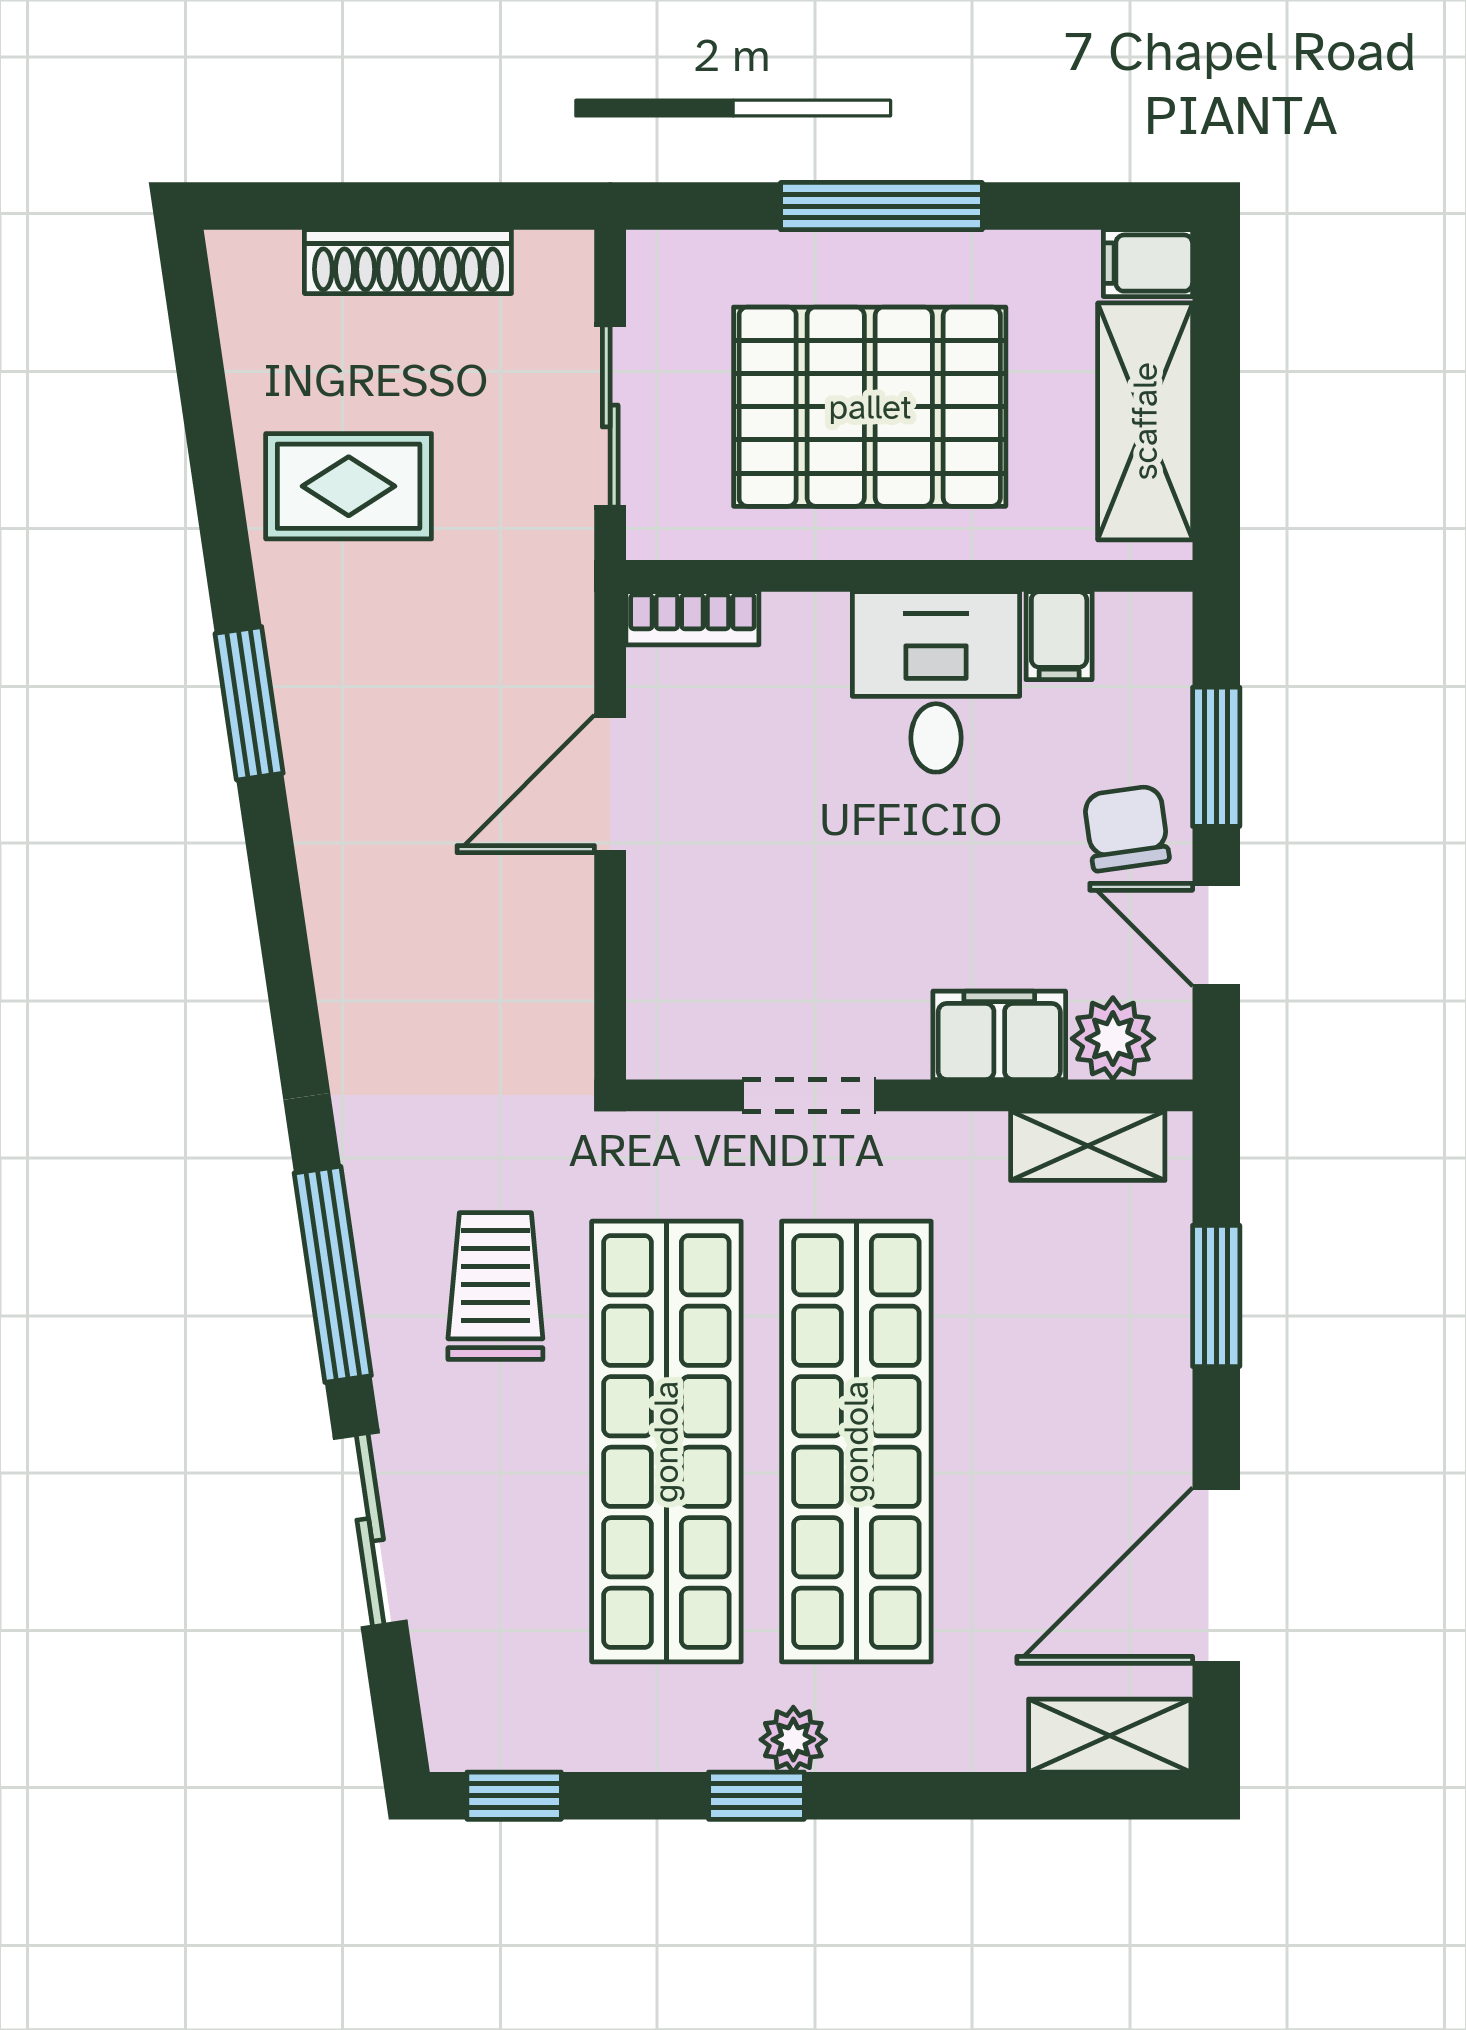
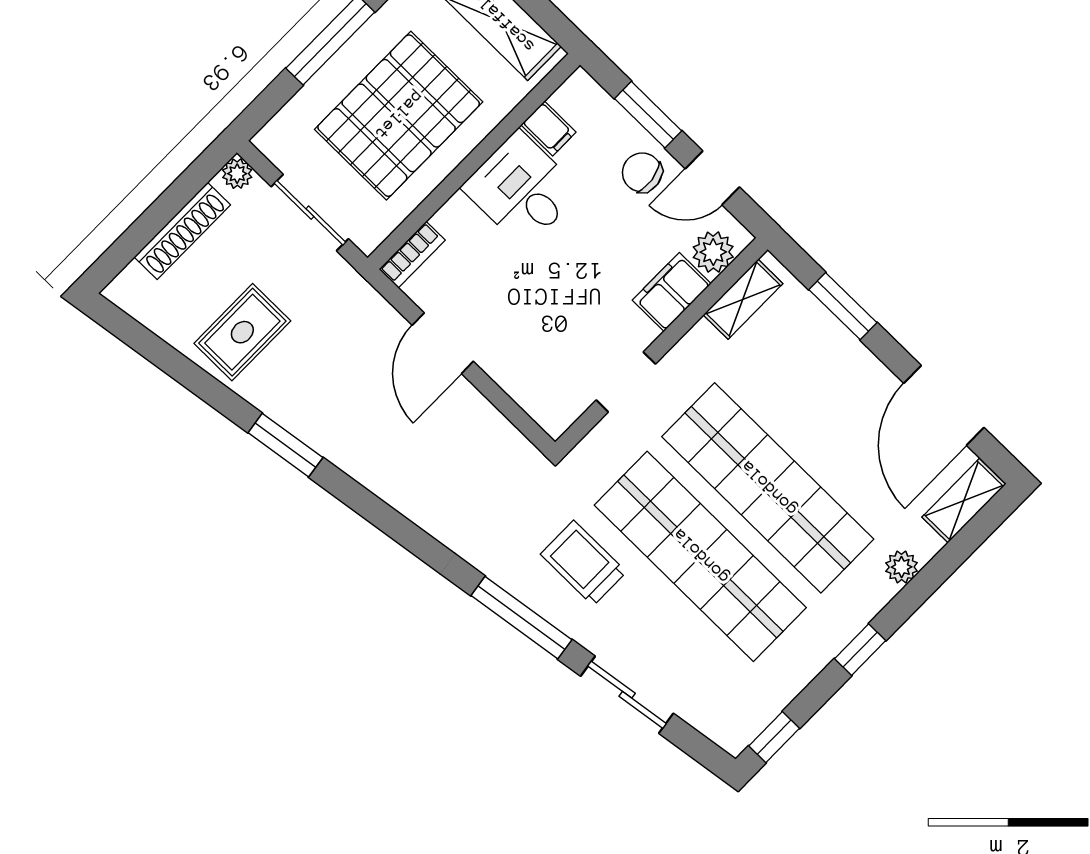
plant: (565, 260) -> (237, 174), added
plant: (793, 1740) -> (902, 567), moved

